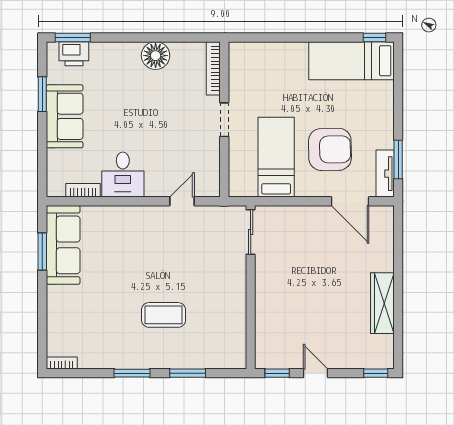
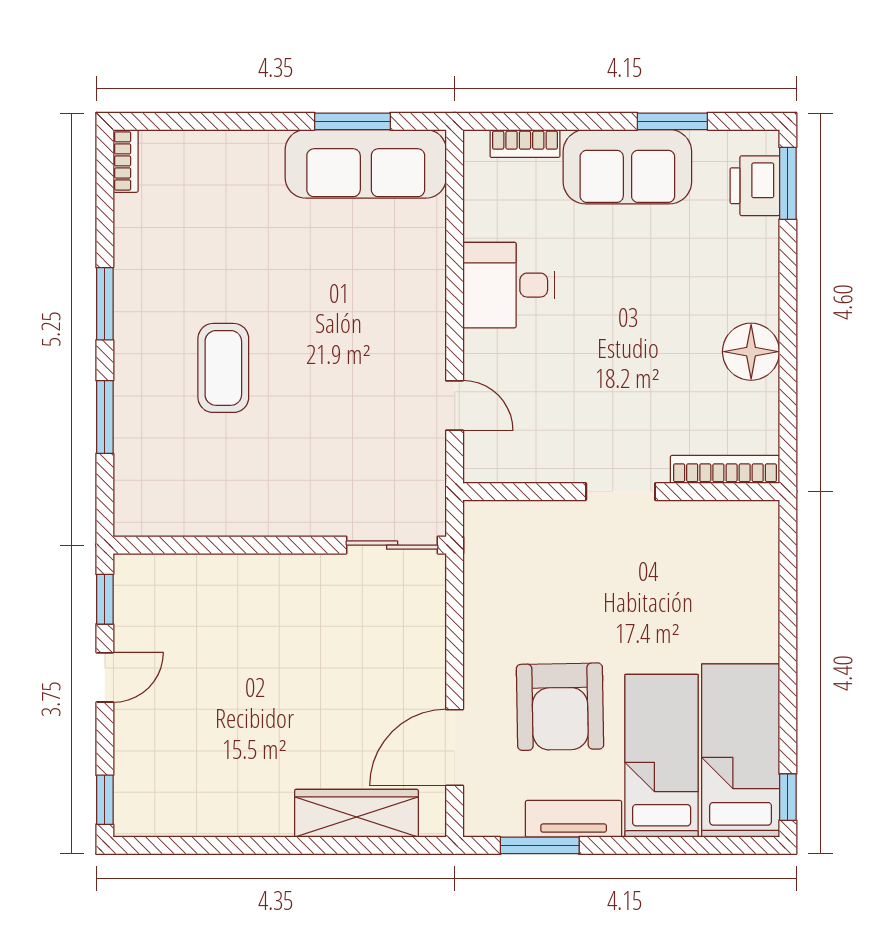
bed: (276, 157) -> (662, 756), moved, turned -90
tv unit: (385, 174) -> (574, 819), moved
bookcase: (83, 190) -> (525, 144), moved, turned 90
wardrobe: (382, 303) -> (356, 813), moved

